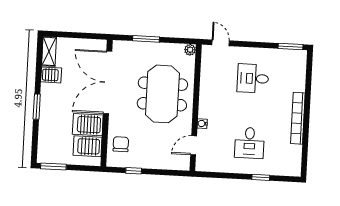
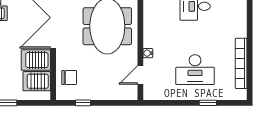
bookcase: (298, 118) -> (241, 63), moved
desk: (249, 143) -> (195, 70), width x1.37
chair: (121, 144) -> (69, 78), turned 90

